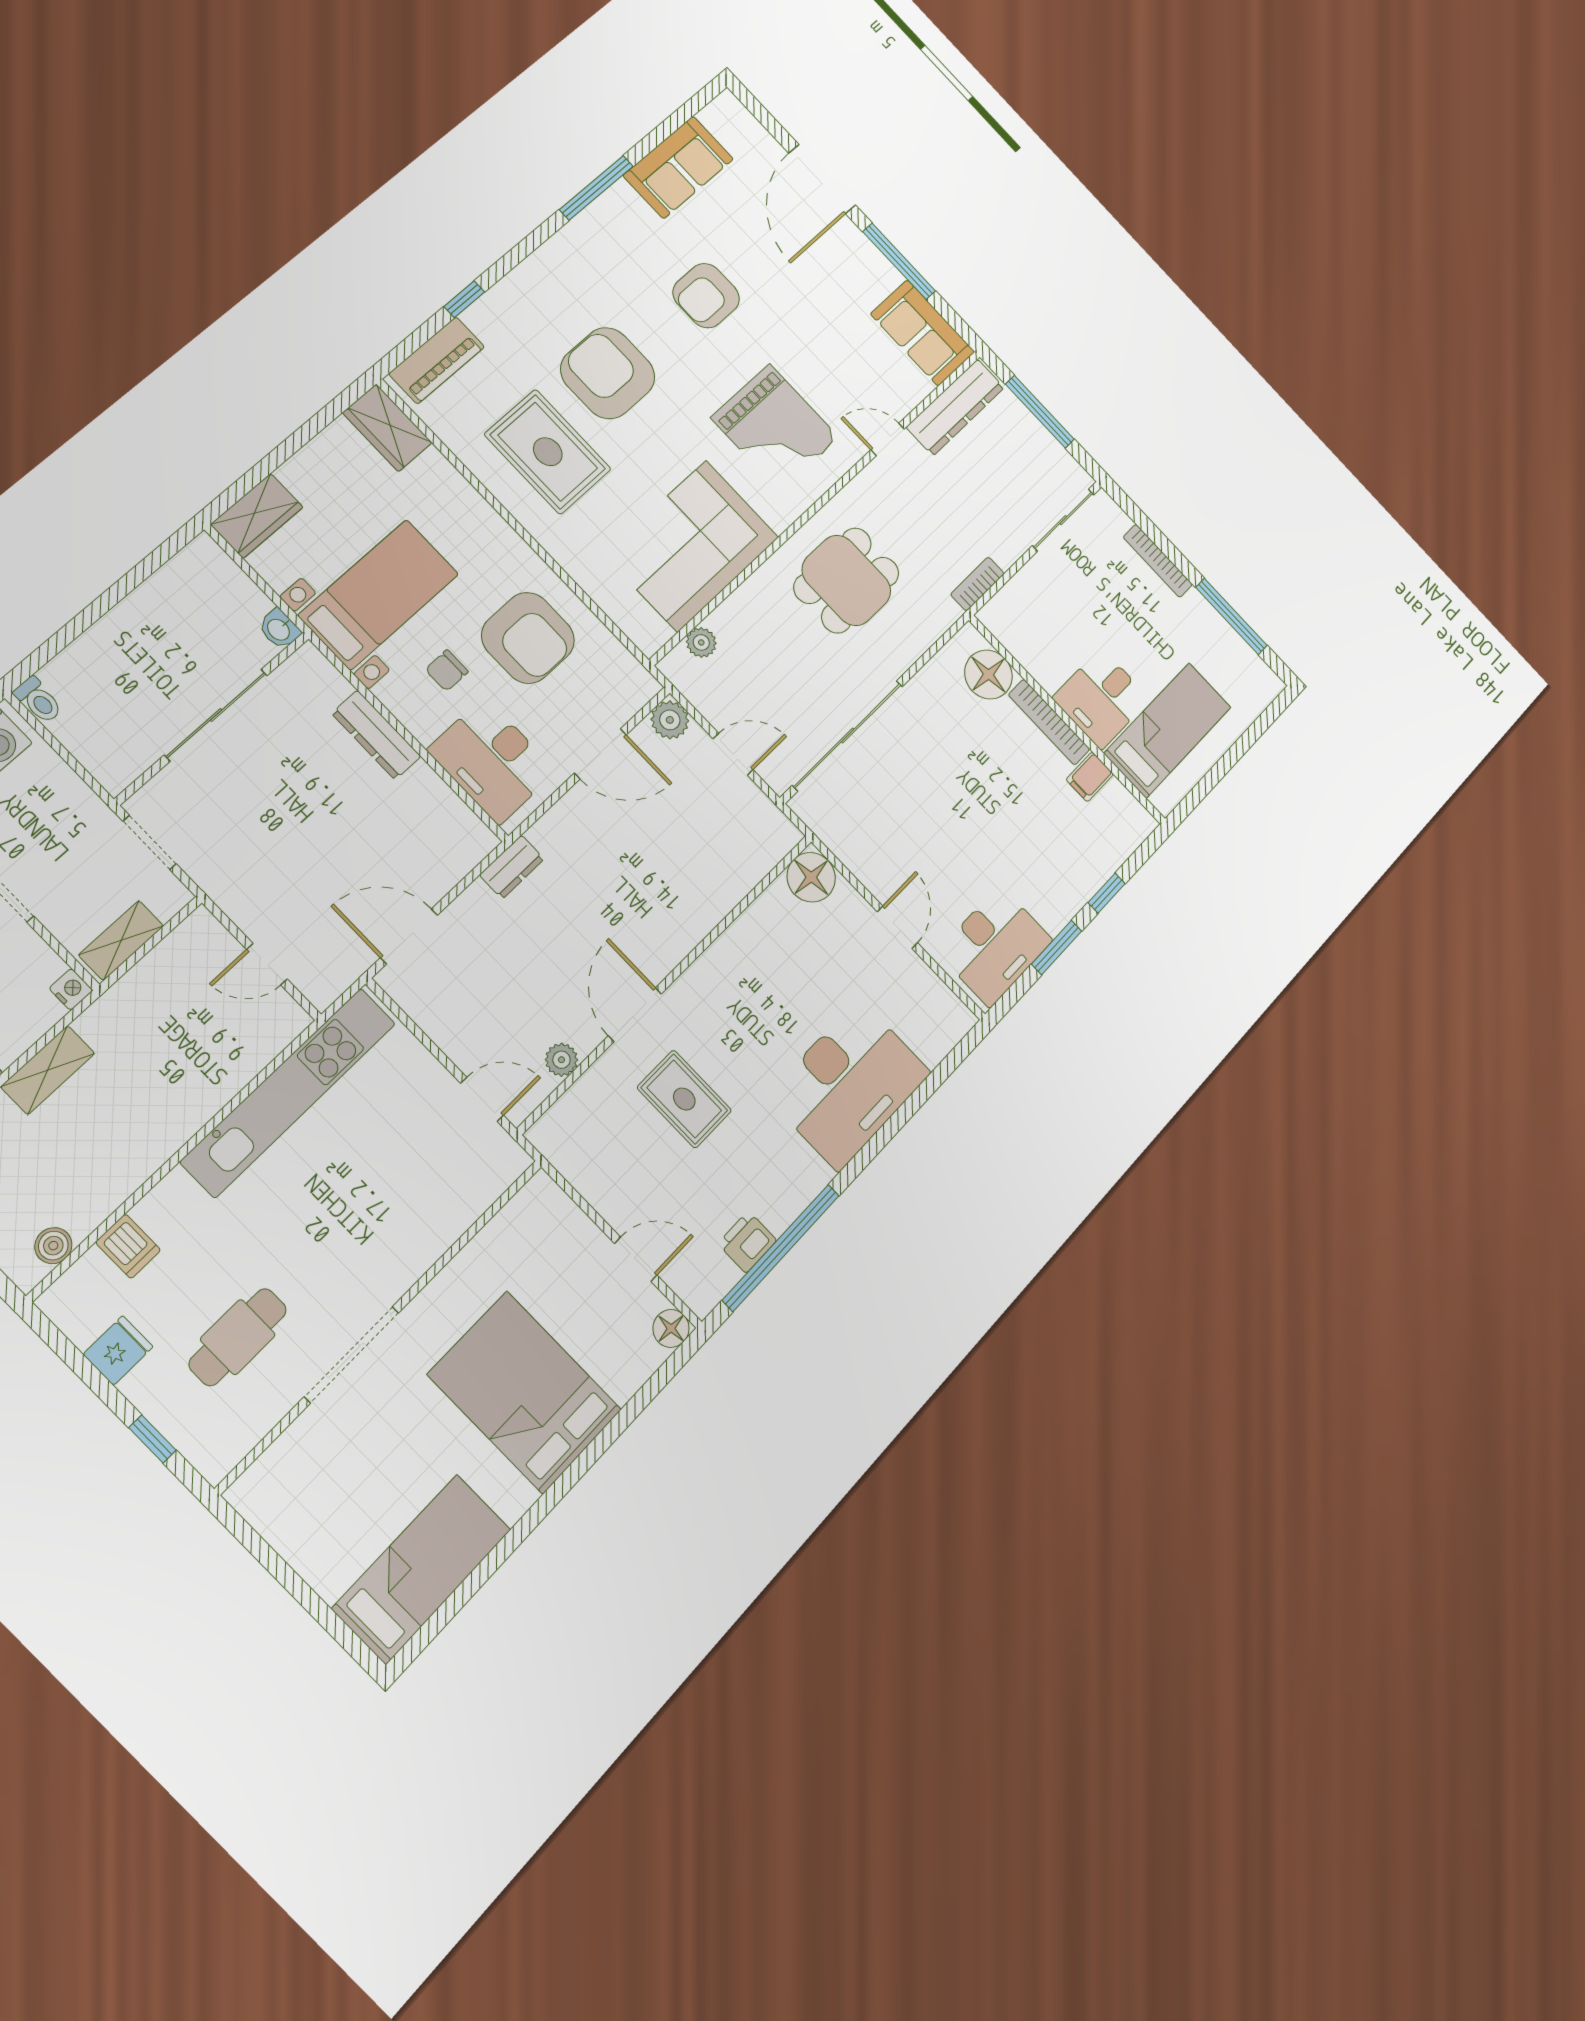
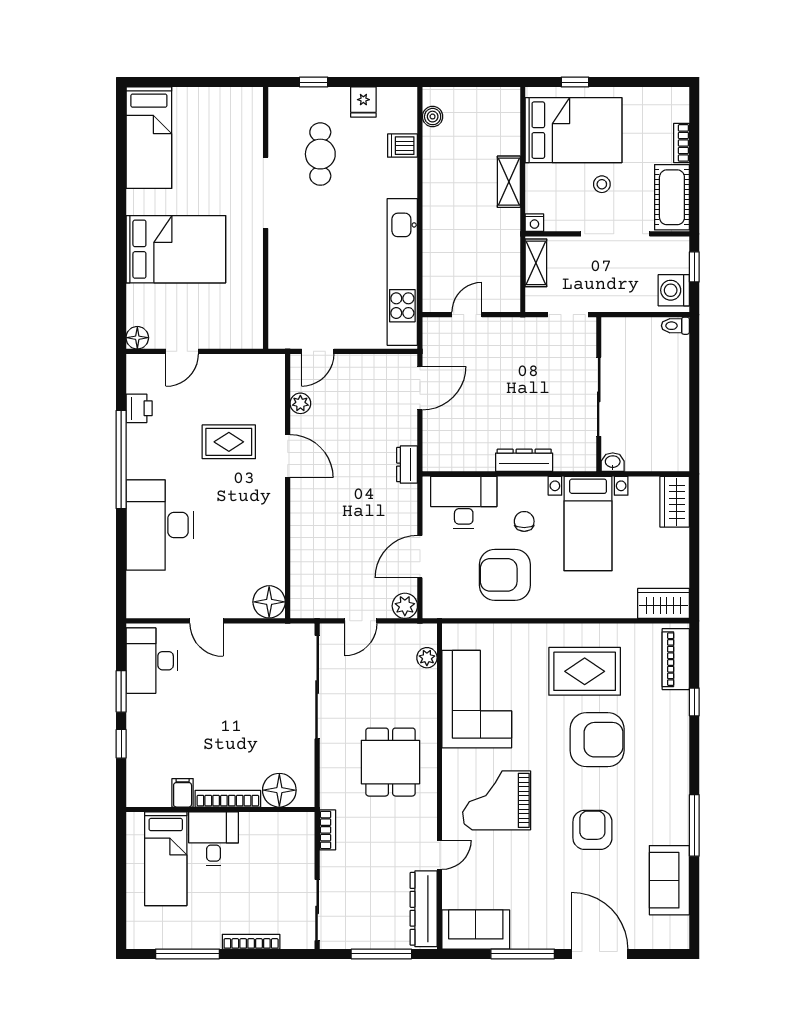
window: (781, 1248) -> (121, 460), moved

